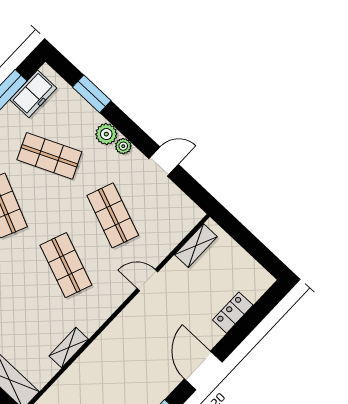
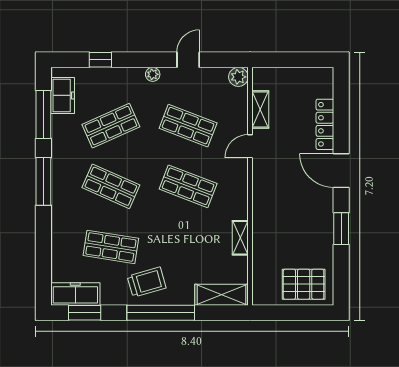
window: (92, 94) -> (100, 60), width x0.67
plant: (106, 134) -> (238, 77), moved
shelving: (196, 246) -> (260, 109), moved
locker: (233, 313) -> (325, 124), width x1.53

